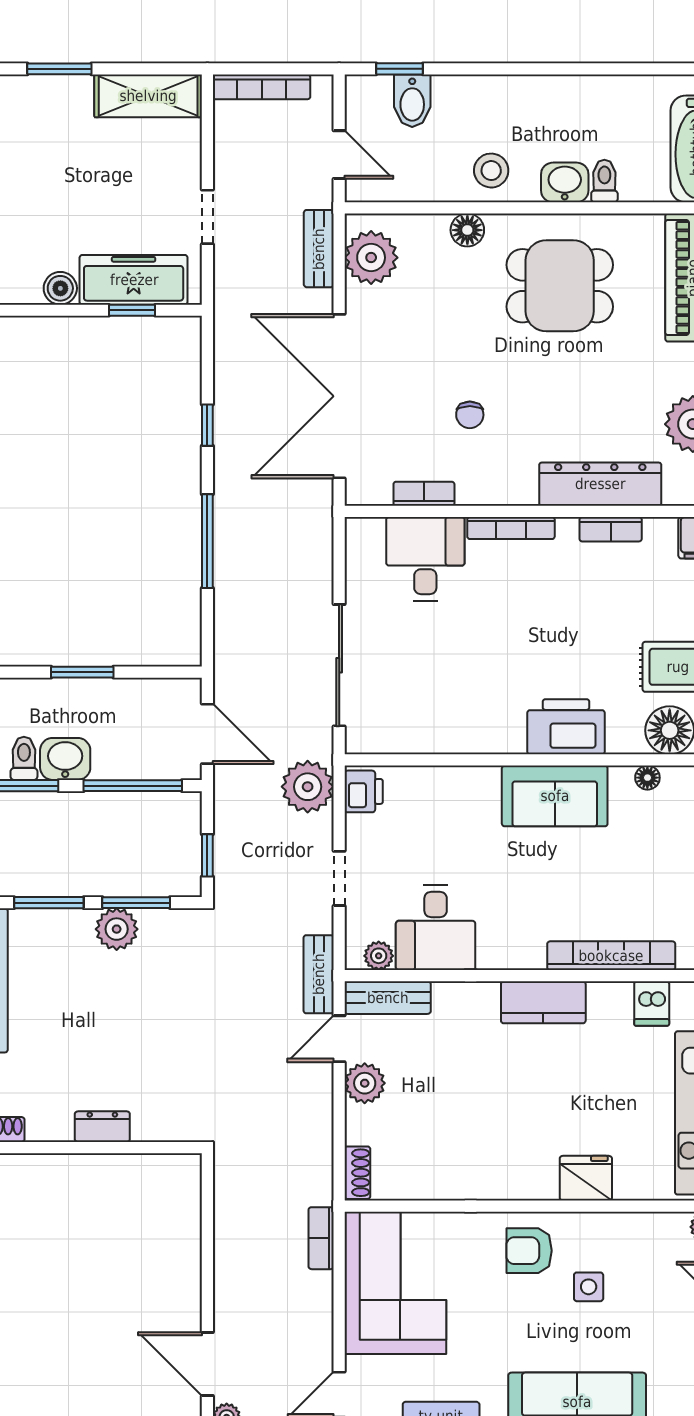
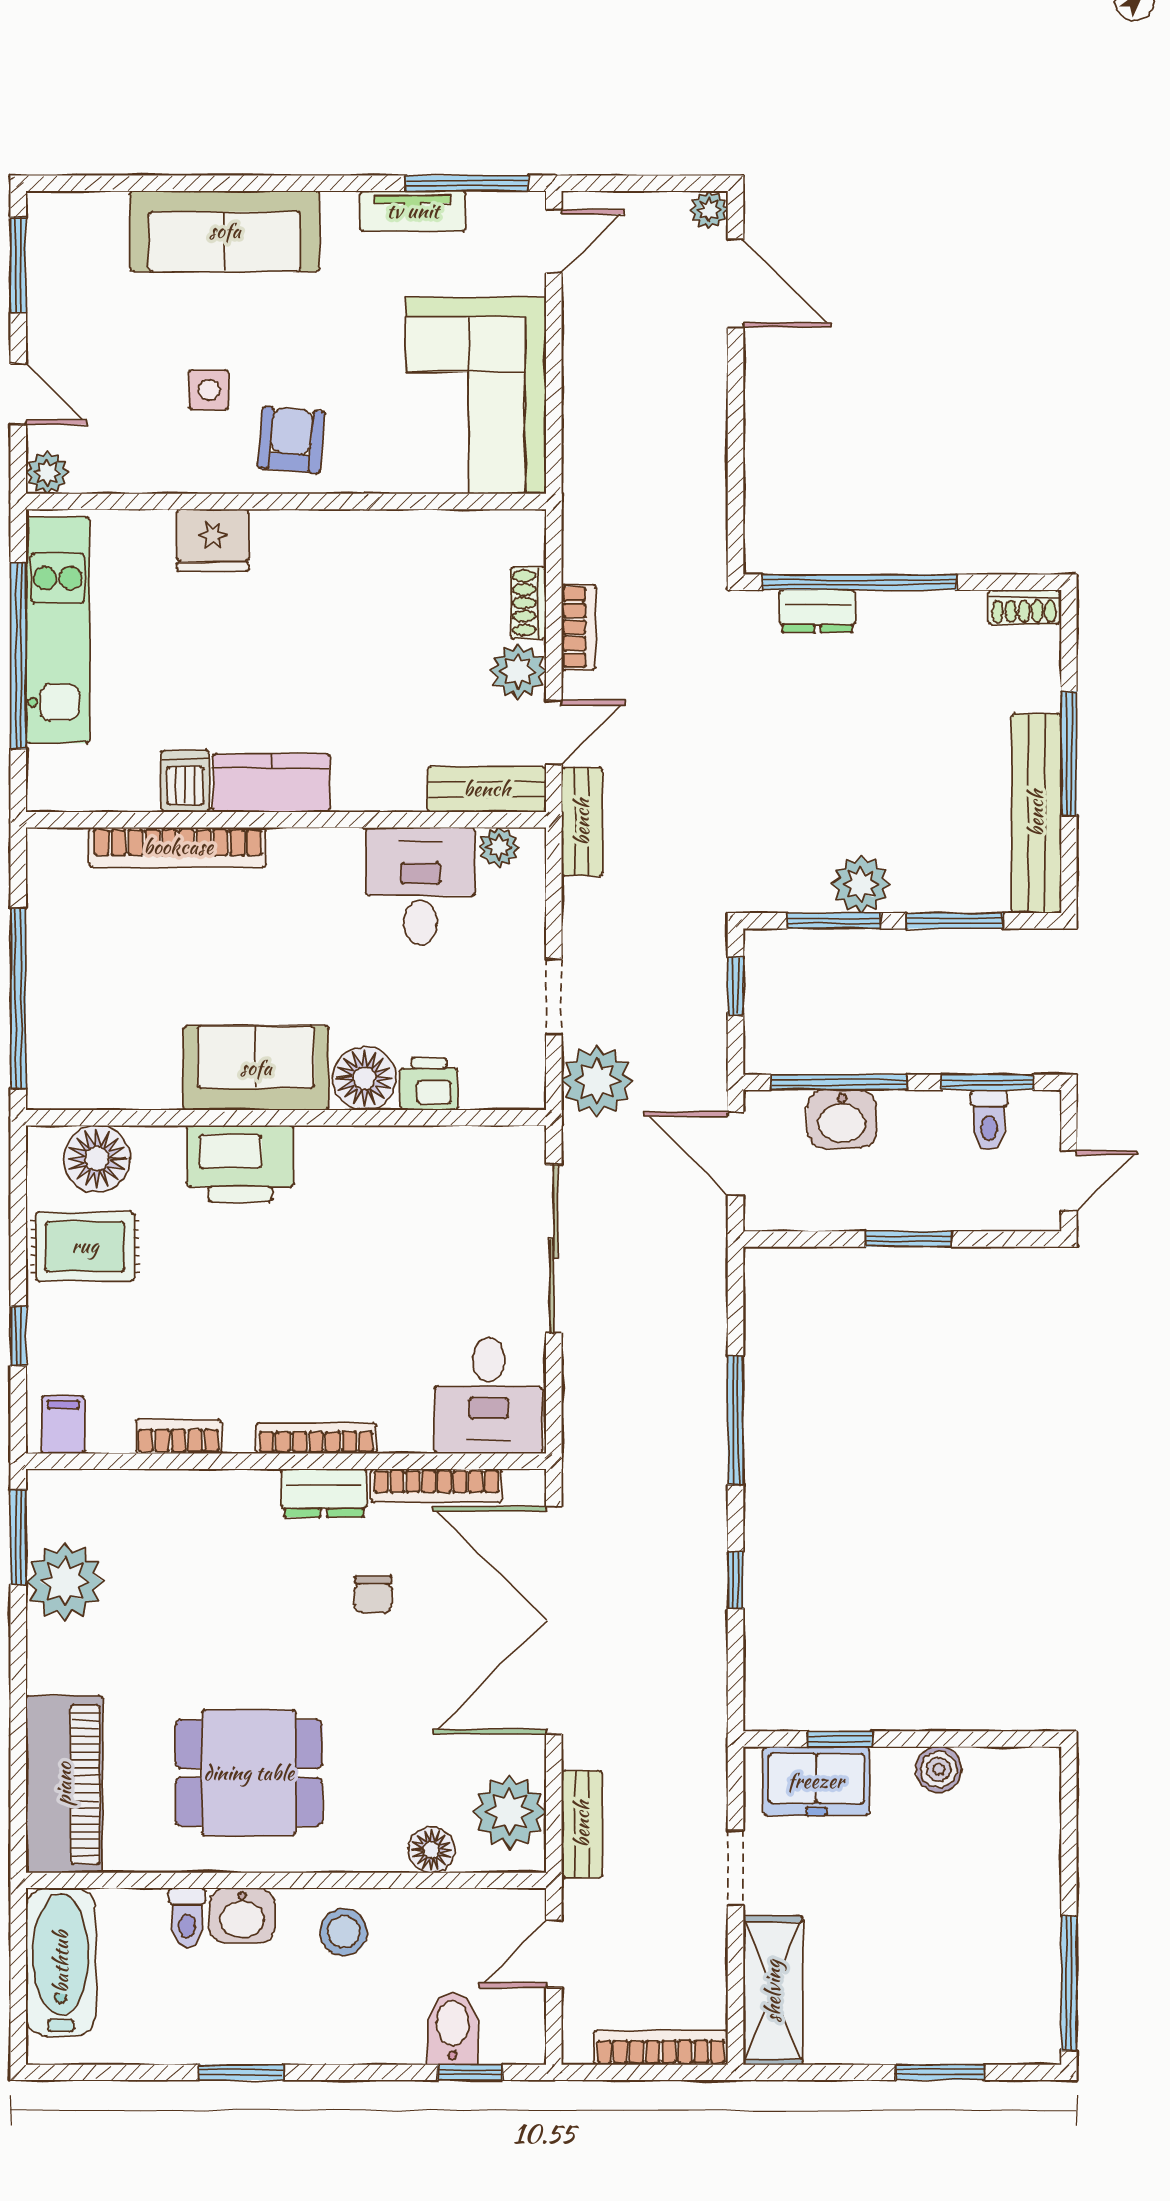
window: (565, 69) -> (241, 2072), added
shelving: (148, 96) -> (773, 1991), moved, turned 90
door: (339, 155) -> (554, 1954), hinge flipped
floor lamp: (467, 230) -> (432, 1850), moved
freezer: (134, 280) -> (816, 1781), width x0.71
double door: (339, 396) -> (554, 1620), swing flipped
chair: (470, 415) -> (373, 1595), turned 180
dresser: (600, 484) -> (324, 1493), moved, width x0.51, depth x0.80
bookcase: (424, 494) -> (436, 1486), width x1.56
desk: (425, 559) -> (488, 1395), moved
washbasin: (65, 759) -> (842, 1119), moved
floor lamp: (647, 778) -> (364, 1078), moved, width x1.89, depth x1.89
printer: (364, 791) -> (429, 1084), moved, turned 90
doorway: (339, 878) -> (554, 996), moved
dishwasher: (652, 1004) -> (185, 781), moved
dresser: (102, 1127) -> (817, 611), moved
window: (118, 1148) -> (860, 582), added
shoe rack: (357, 1173) -> (528, 603), moved
bookcase: (321, 1238) -> (578, 627), moved
armchair: (529, 1251) -> (291, 440), turned -85

